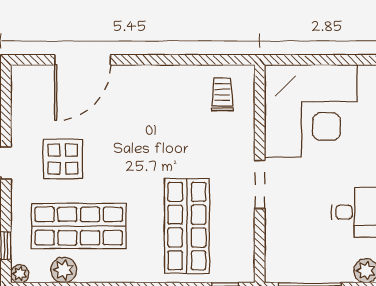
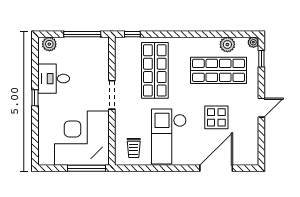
window: (303, 60) -> (86, 168), added
checkout: (163, 114) -> (169, 136), added
display table: (63, 159) -> (216, 117), moved

